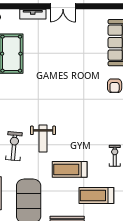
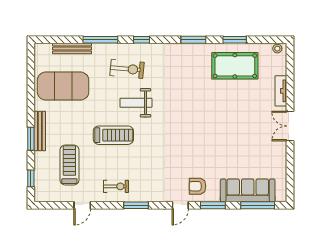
treadmill: (70, 169) -> (113, 135), moved, turned 90

